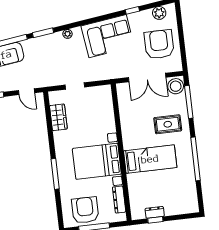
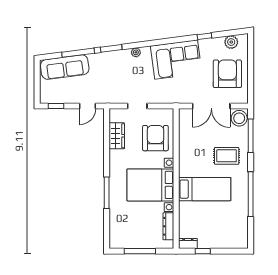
door: (27, 92) -> (87, 106), hinge flipped
armchair: (85, 210) -> (155, 138), moved
dresser: (155, 212) -> (188, 244), moved

